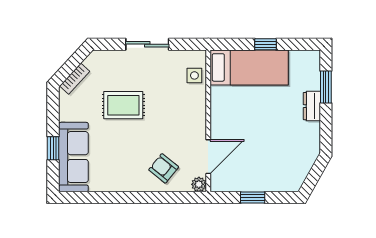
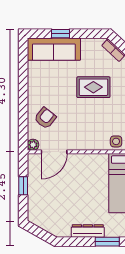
rug: (123, 105) -> (93, 87), turned 90
dresser: (312, 106) -> (88, 231), width x1.44
door: (208, 157) -> (54, 152), hinge flipped

